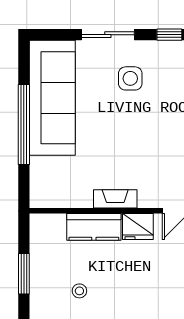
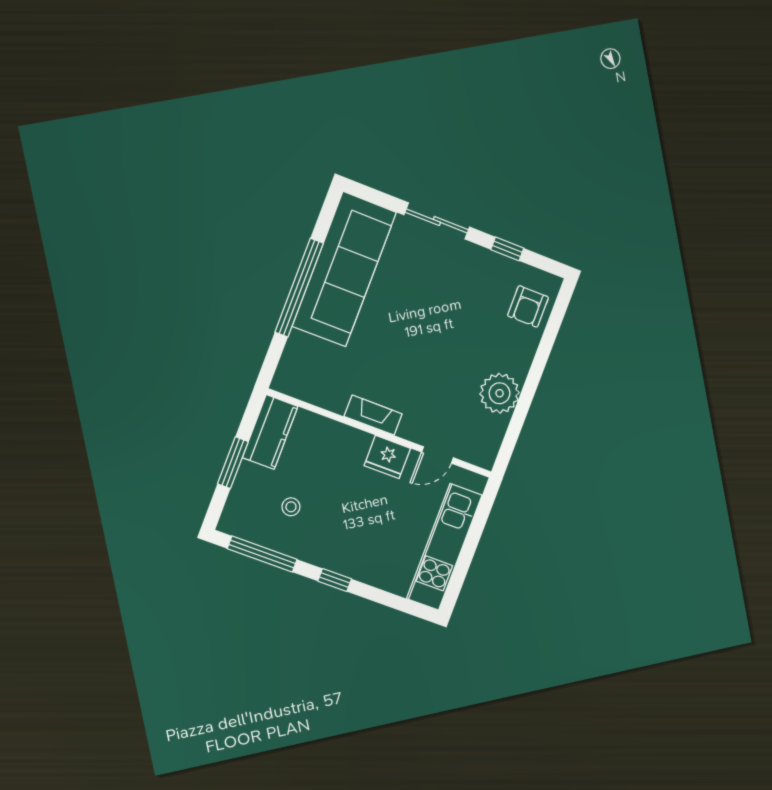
side table: (130, 78) -> (444, 282), removed
kitchen counter: (94, 227) -> (270, 432), moved, turned -90

